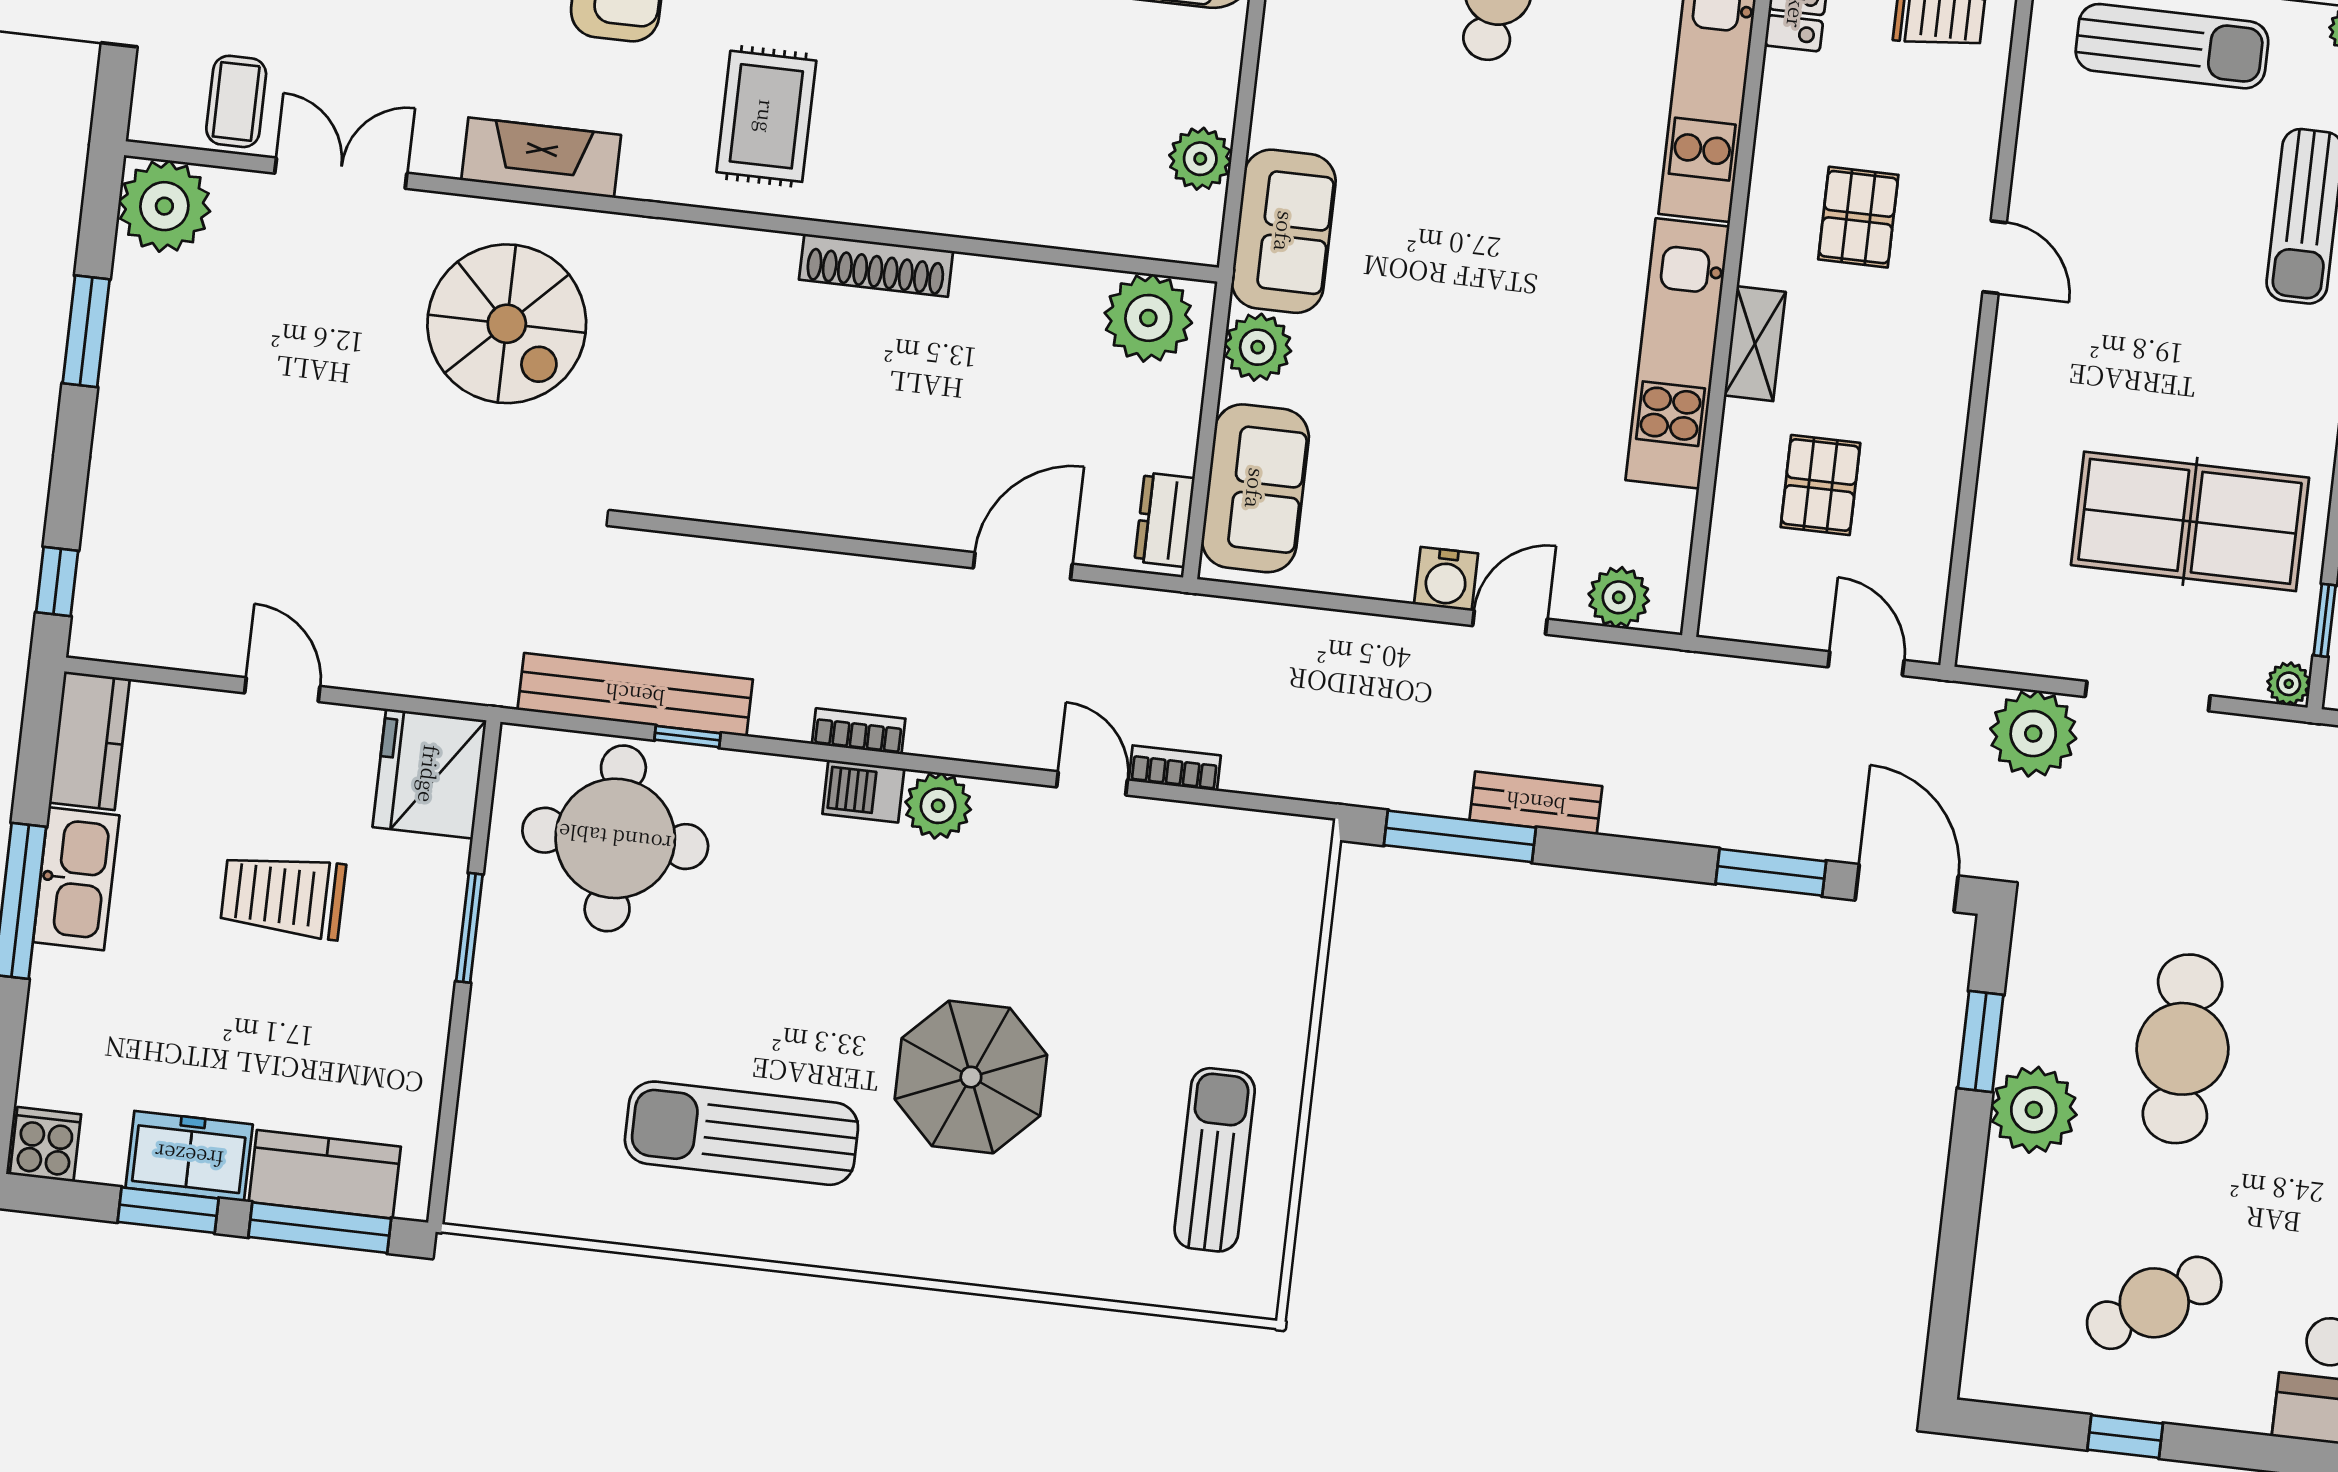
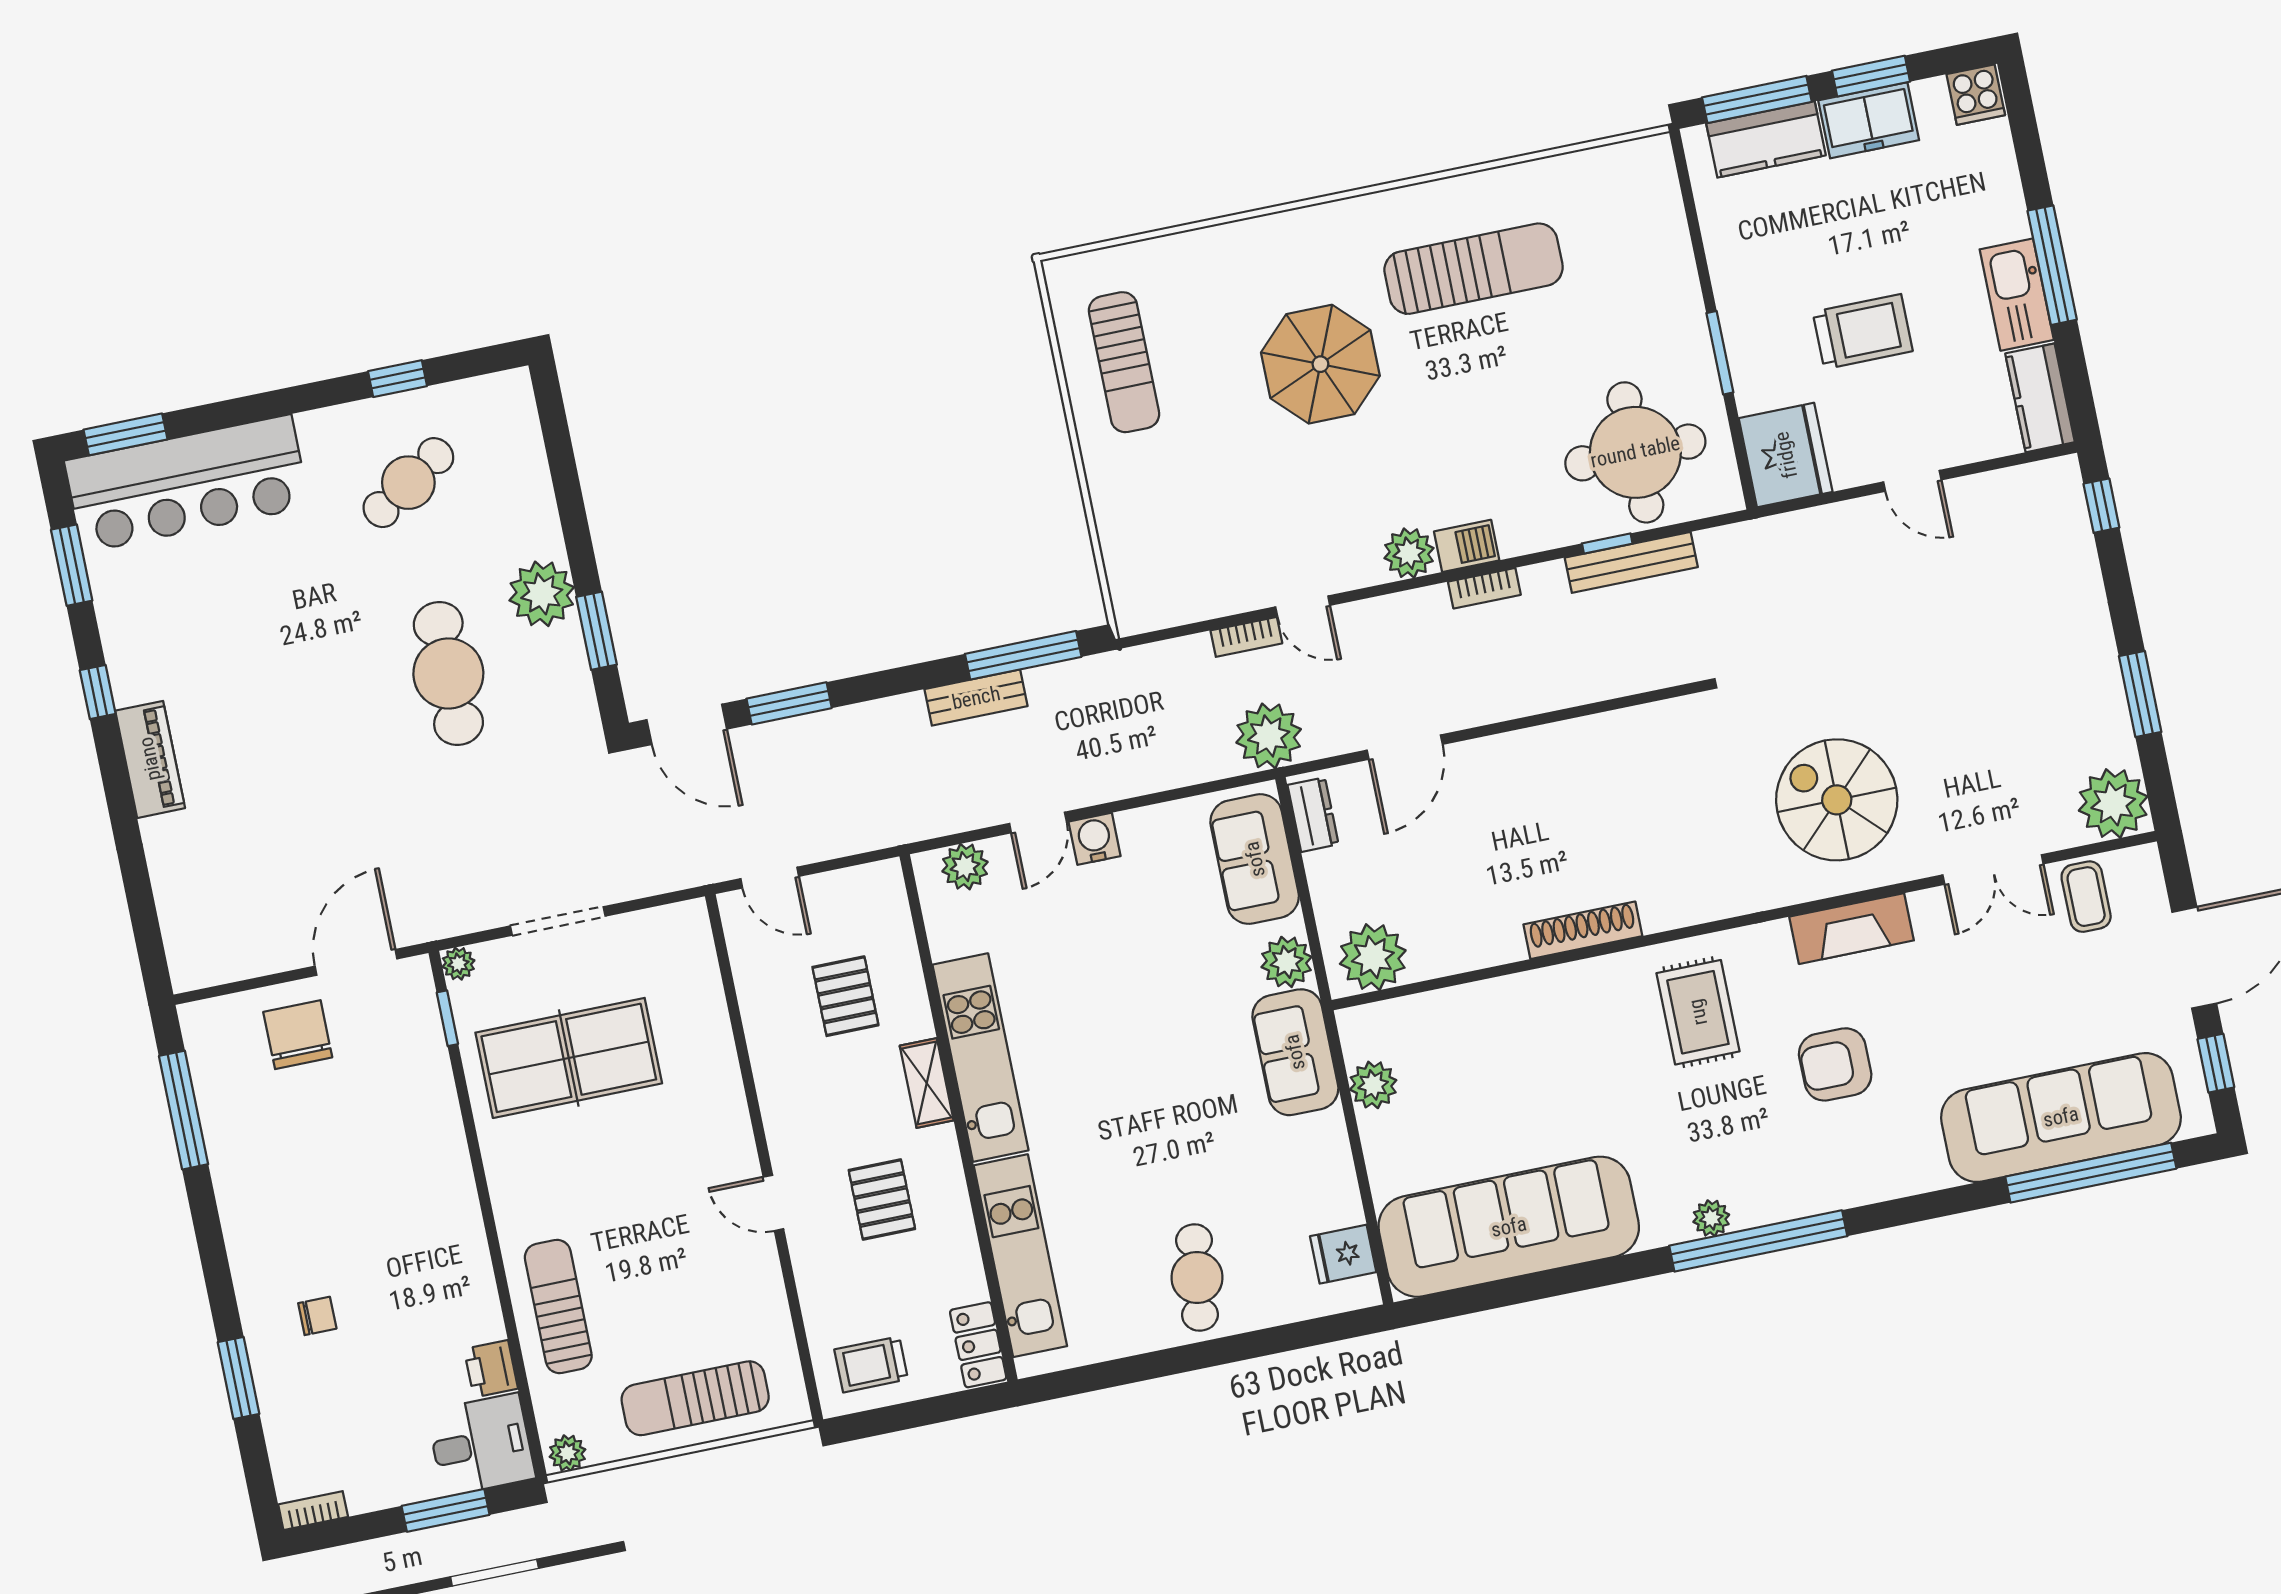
bench: (635, 695) -> (1631, 562), width x0.73, depth x0.82
plant: (2033, 734) -> (1269, 736), moved

